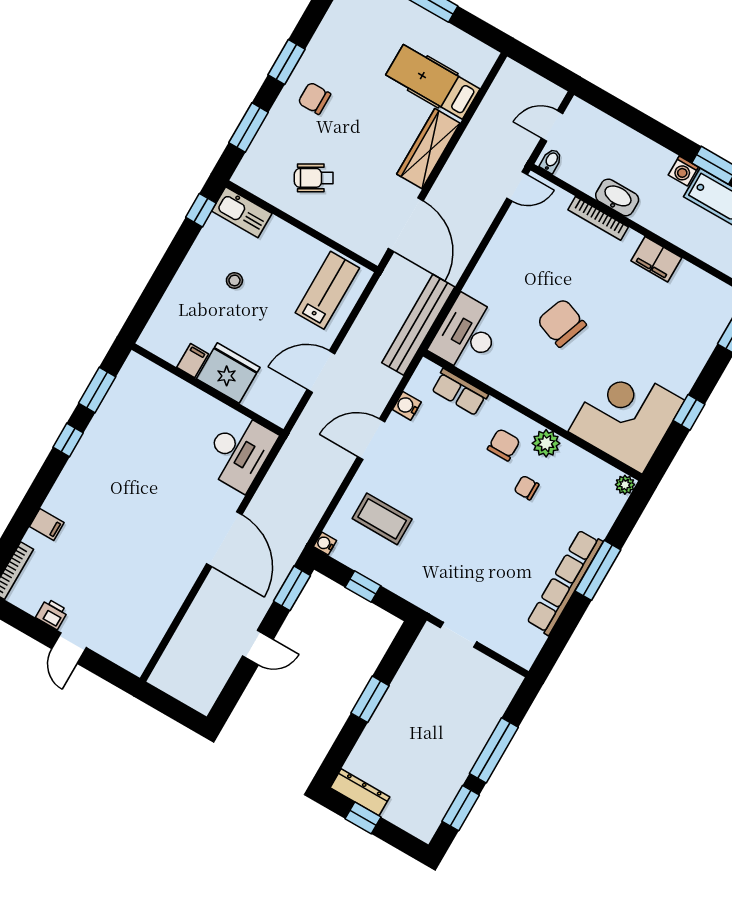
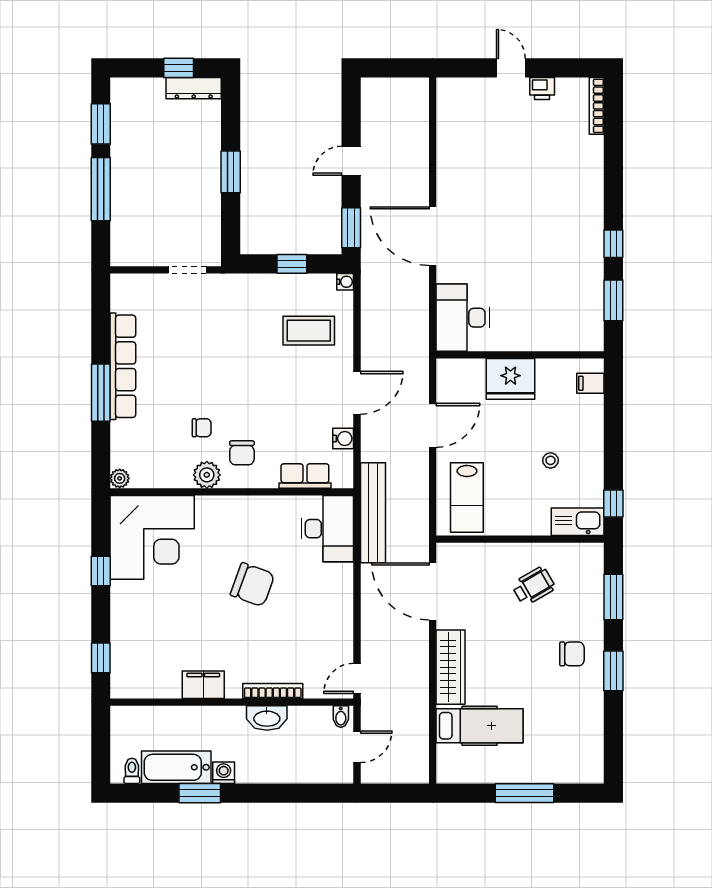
filing cabinet: (193, 361) -> (590, 383), moved, turned 90
filing cabinet: (47, 524) -> (590, 162), removed

